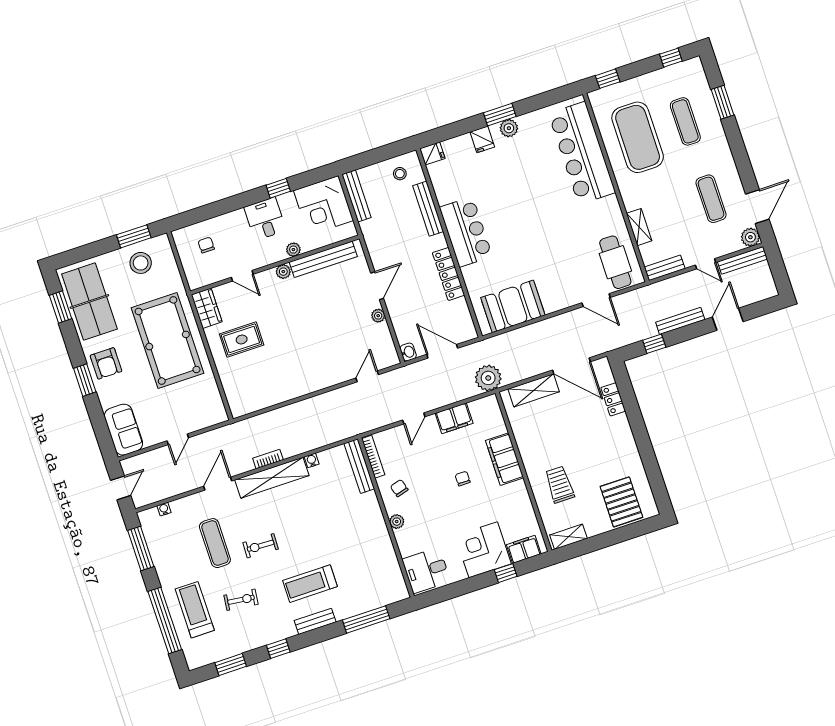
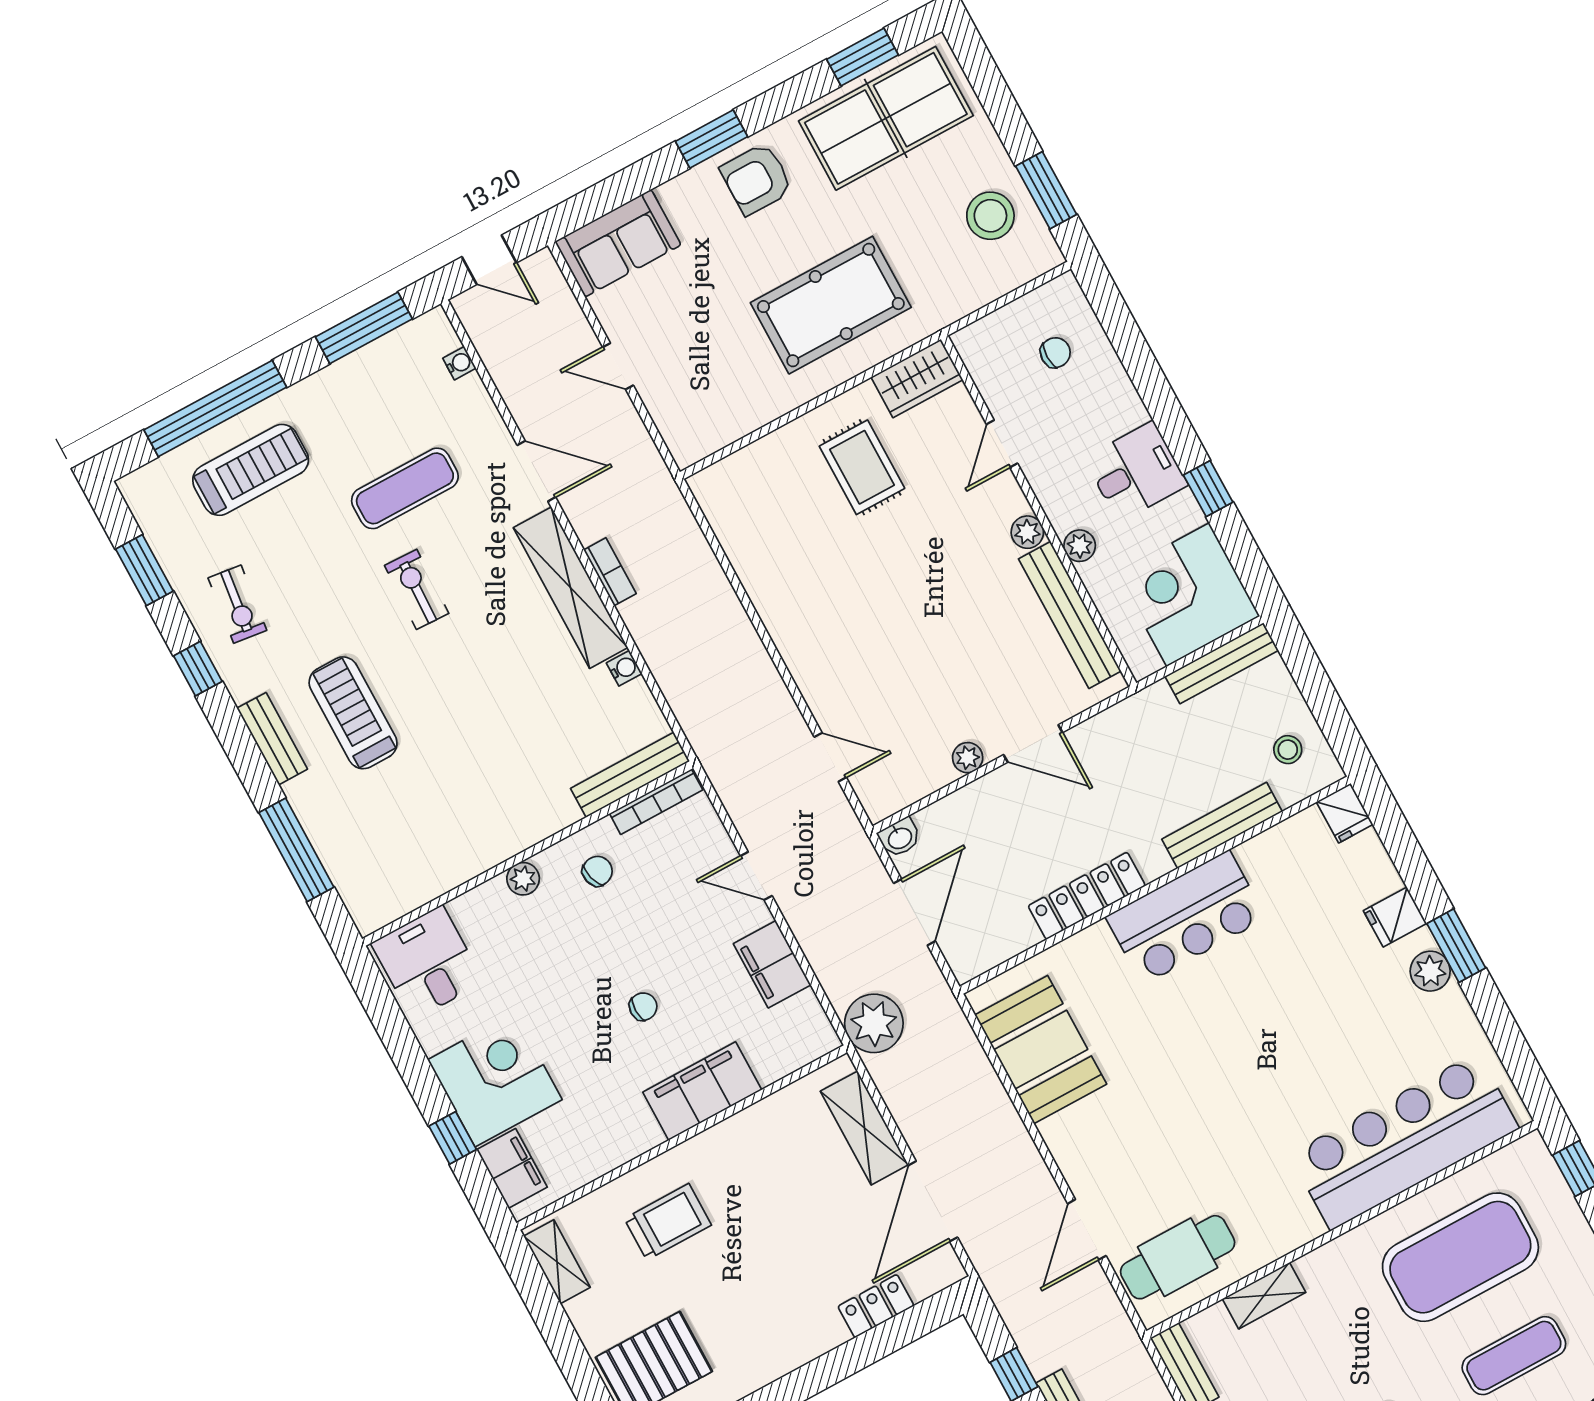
pool table: (168, 340) -> (831, 305), width x0.73, depth x0.76
exercise bike: (241, 600) -> (237, 604), moved

